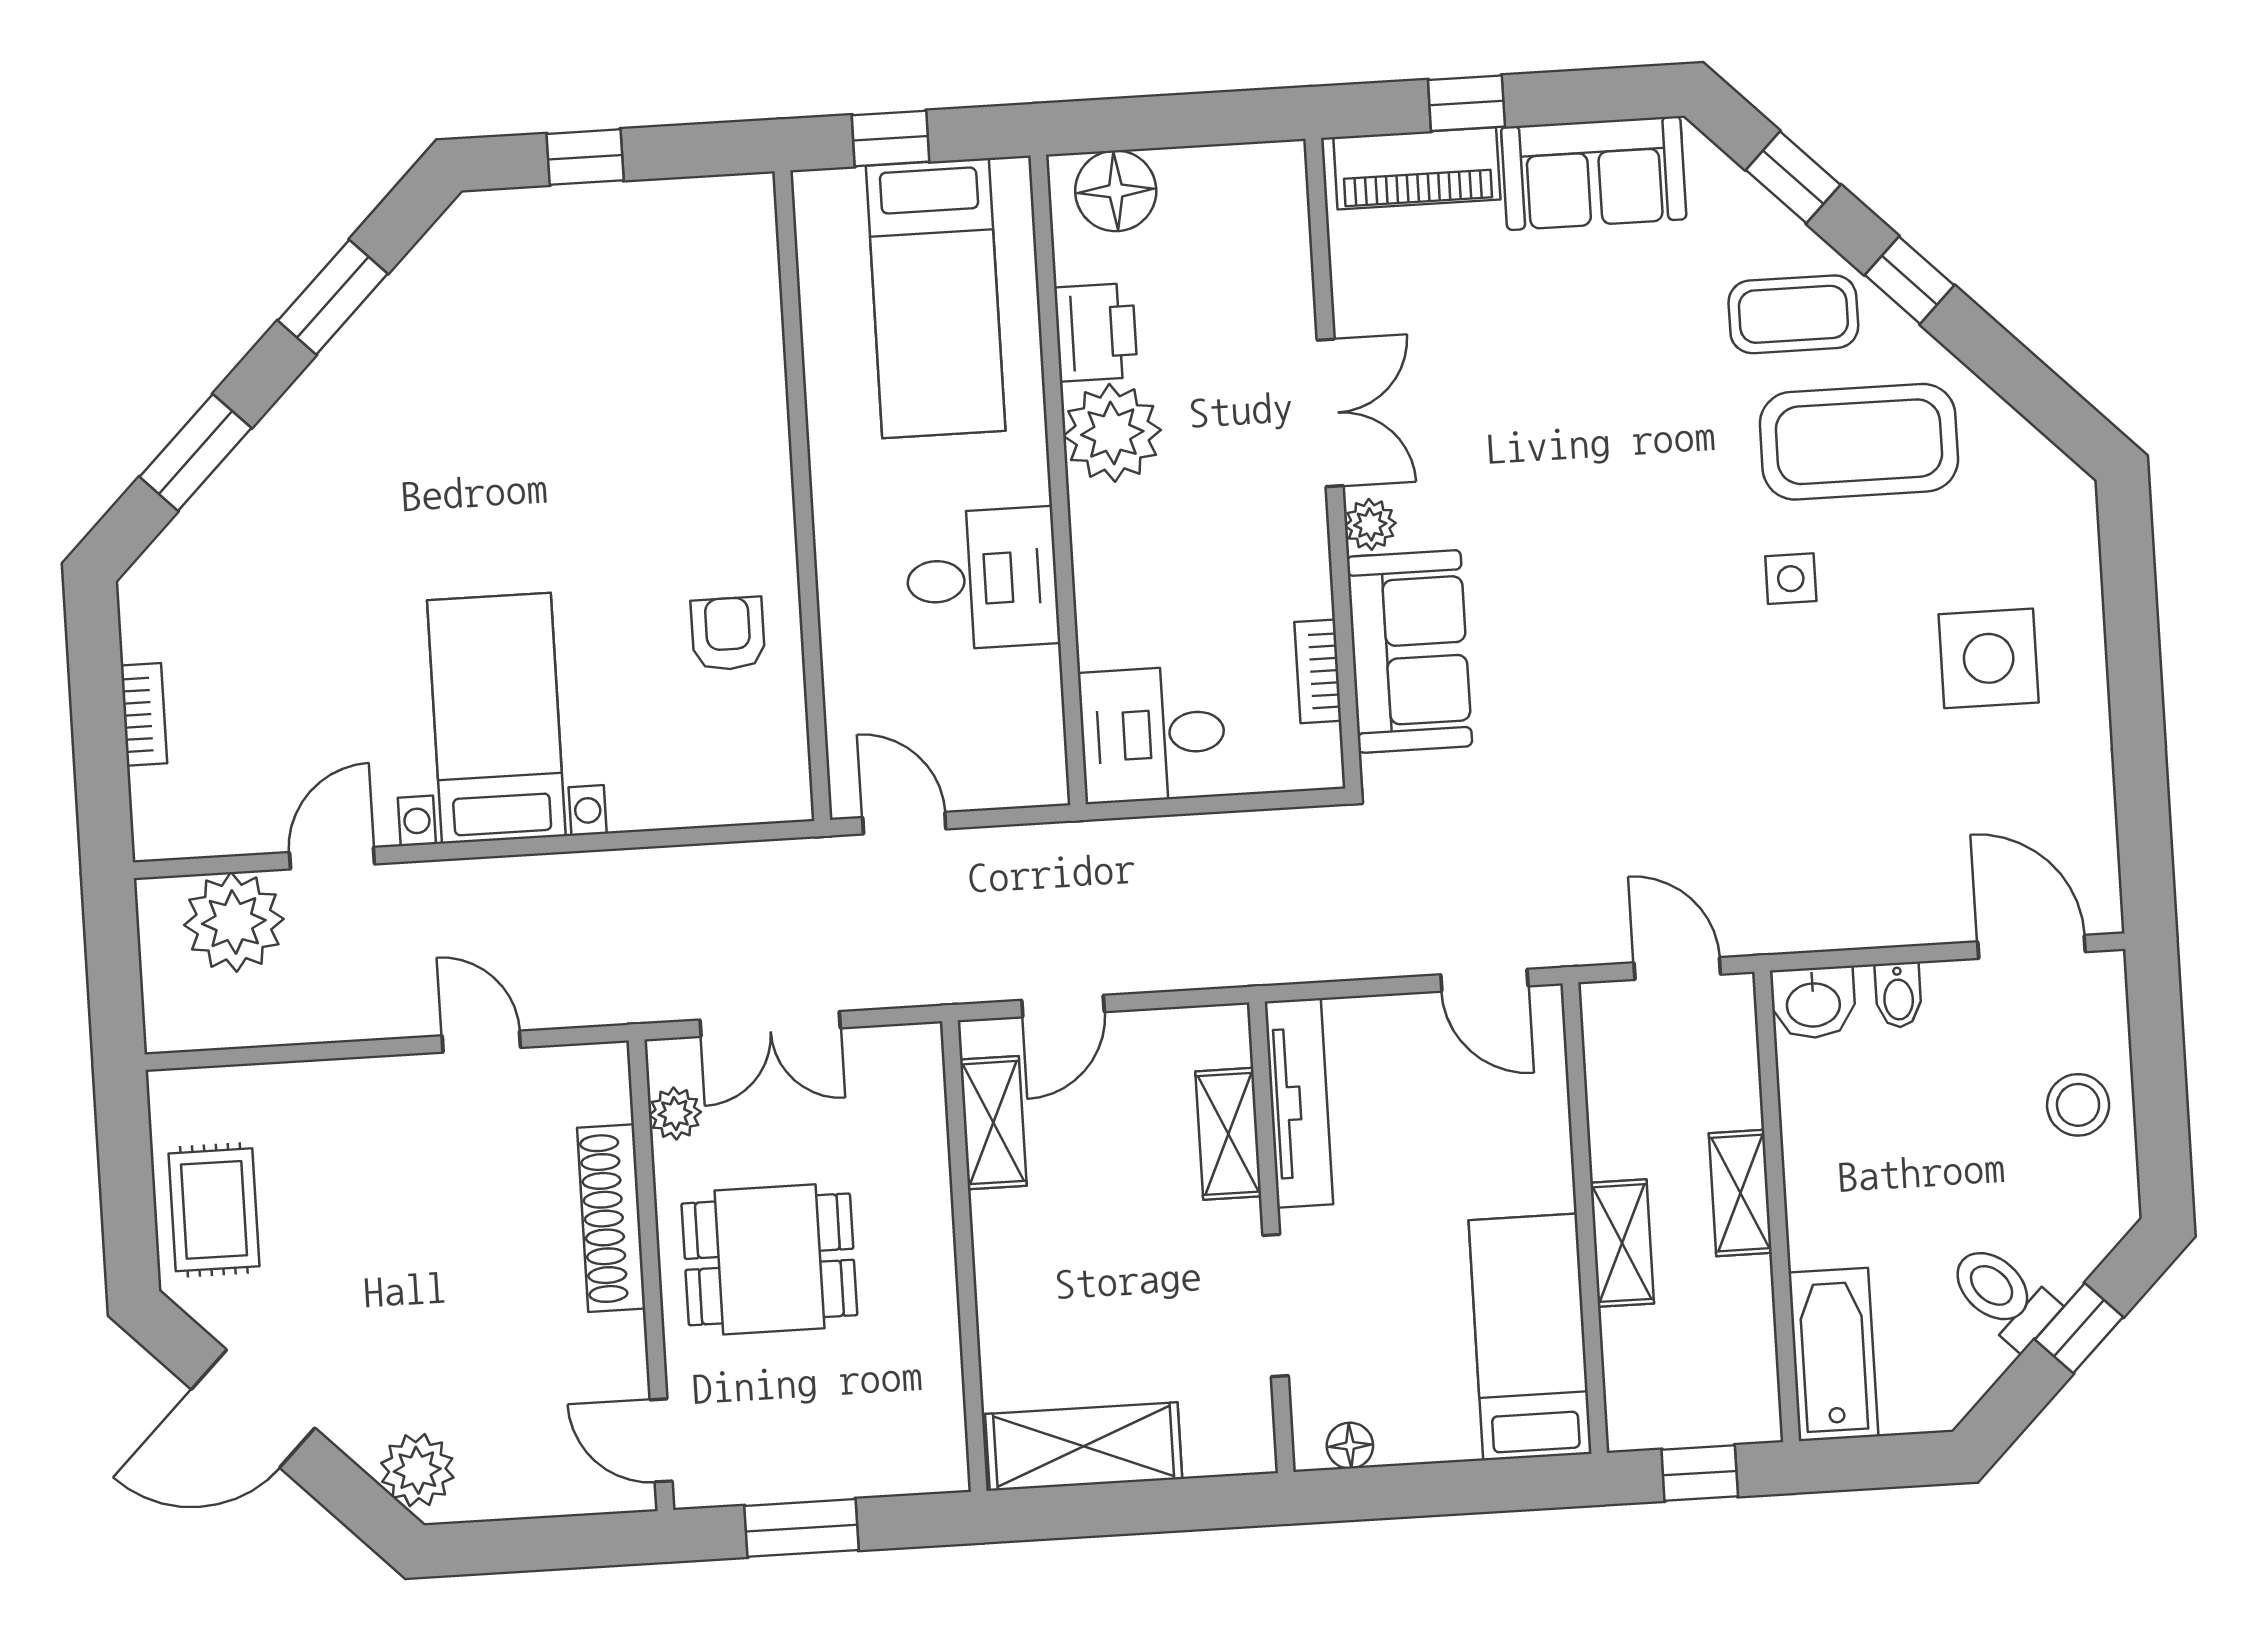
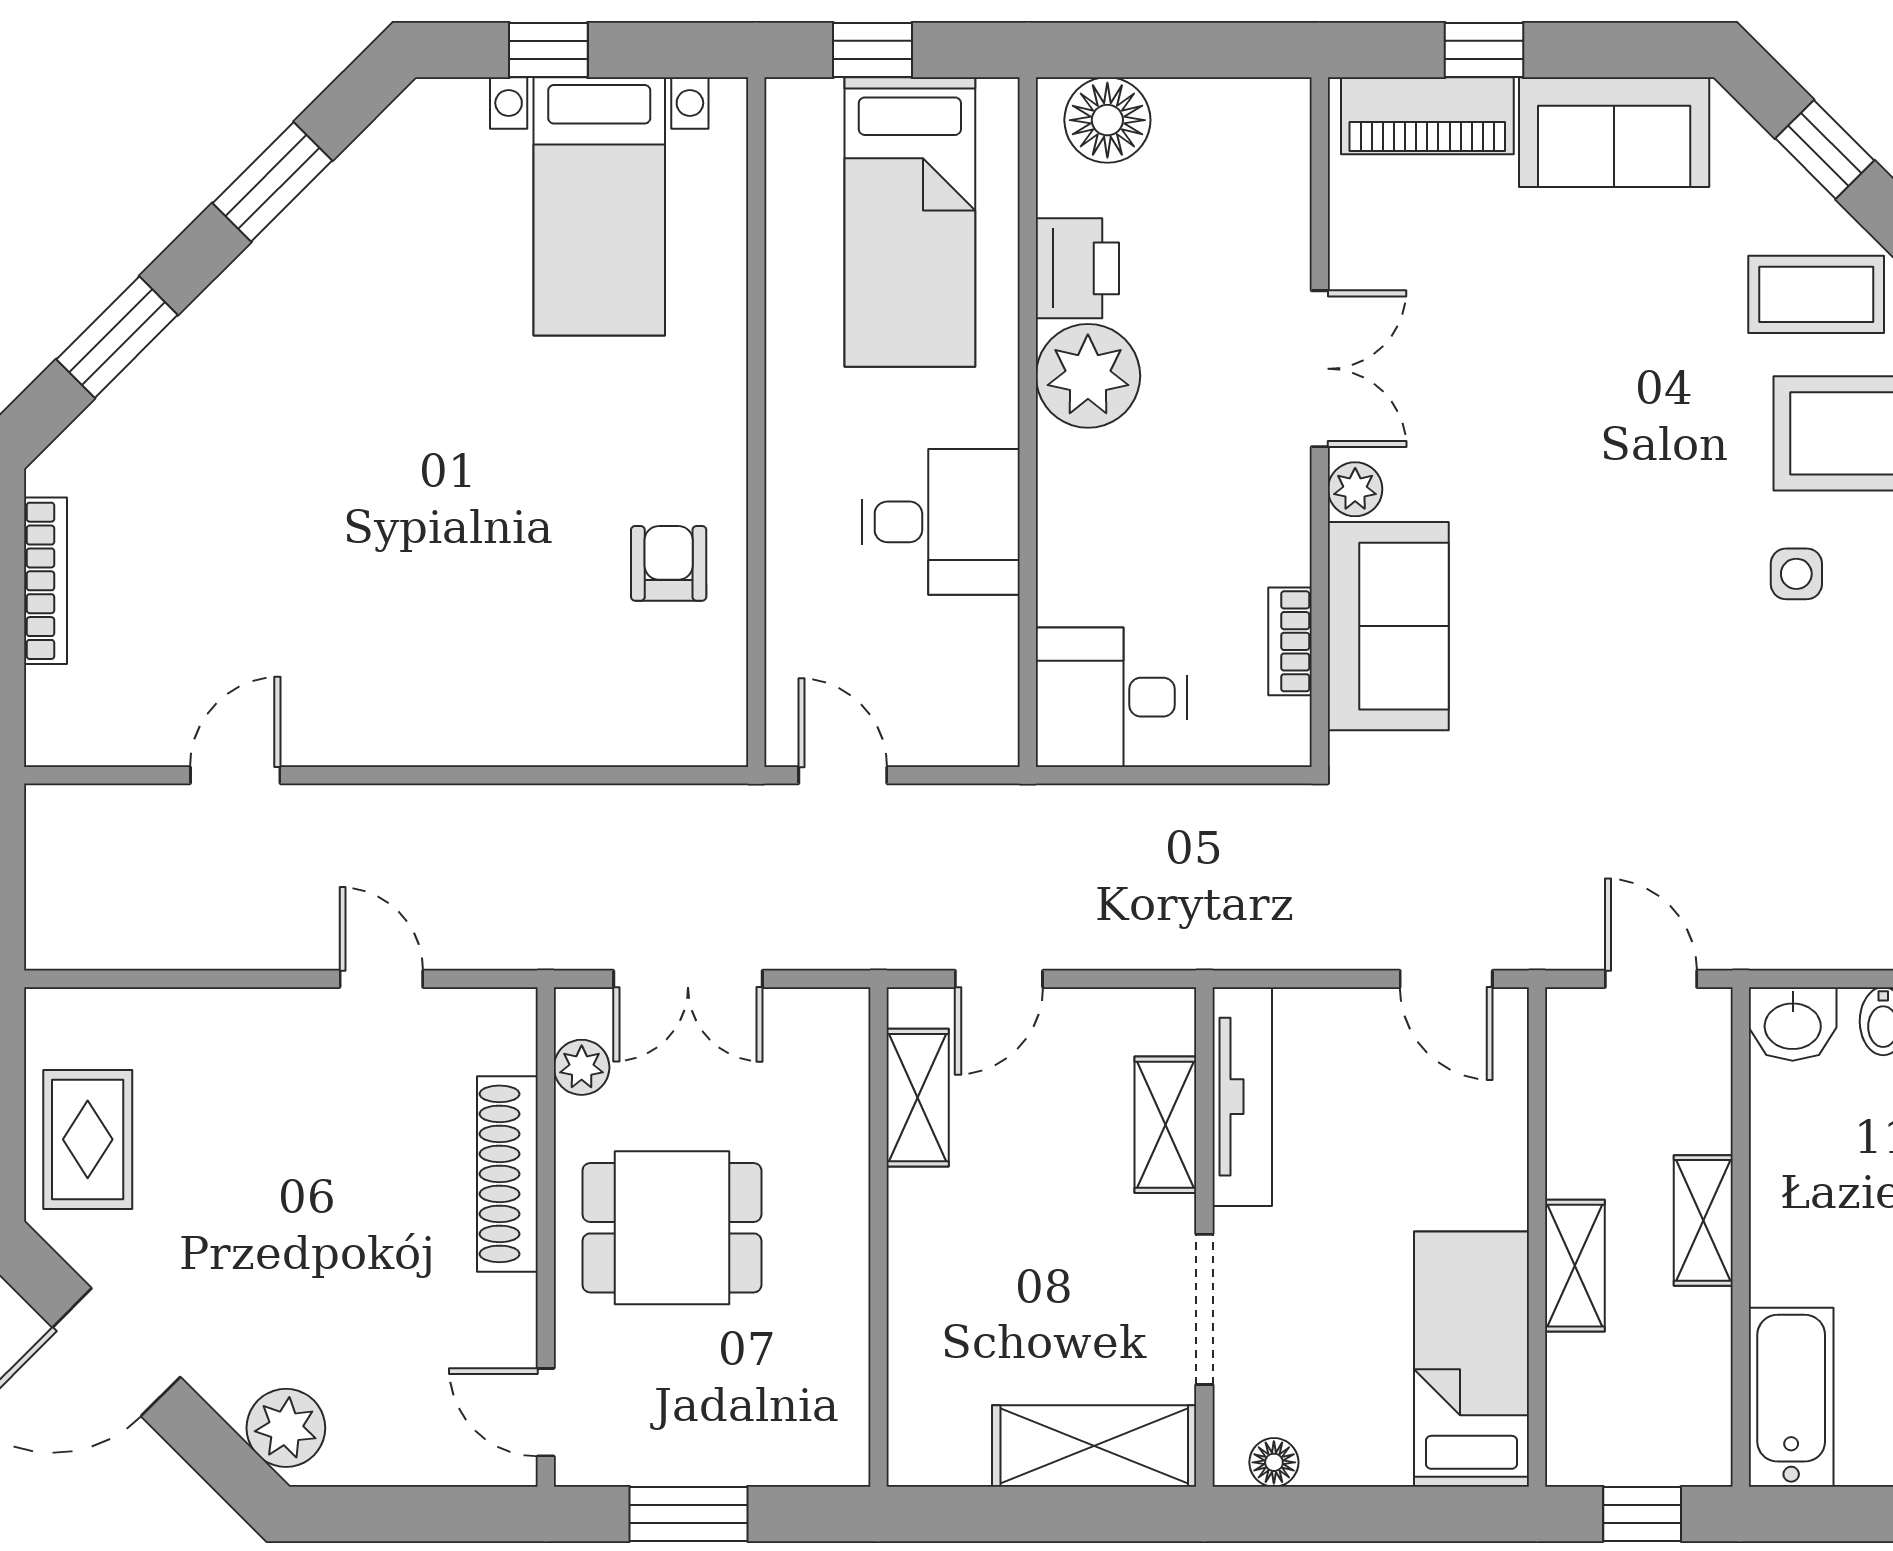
bookcase: (144, 714) -> (46, 581), width x1.56
bed with nightstands: (496, 718) -> (599, 206), moved, turned 180
plant: (234, 922) -> (127, 836), removed
shelving: (1084, 1446) -> (1094, 1446), moved

